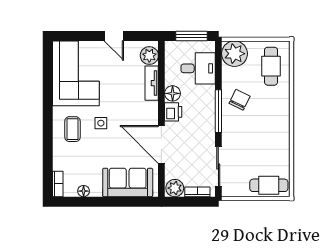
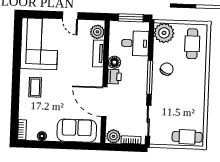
side table: (101, 123) -> (57, 83), removed

